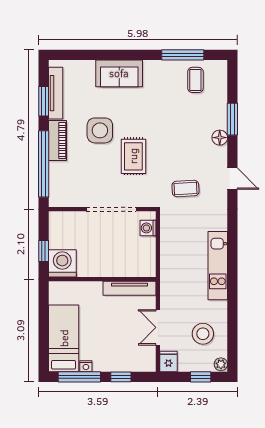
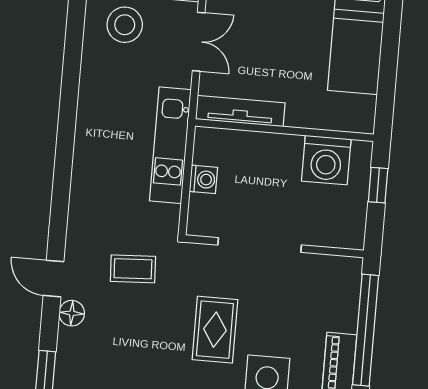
floor lamp: (220, 138) -> (72, 313), moved
washing machine: (148, 228) -> (203, 179), moved
washing machine: (62, 263) -> (326, 160), moved
kitchen unit: (218, 266) -> (170, 145), moved, turned 180

